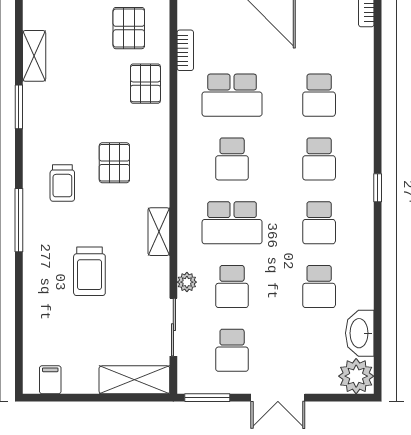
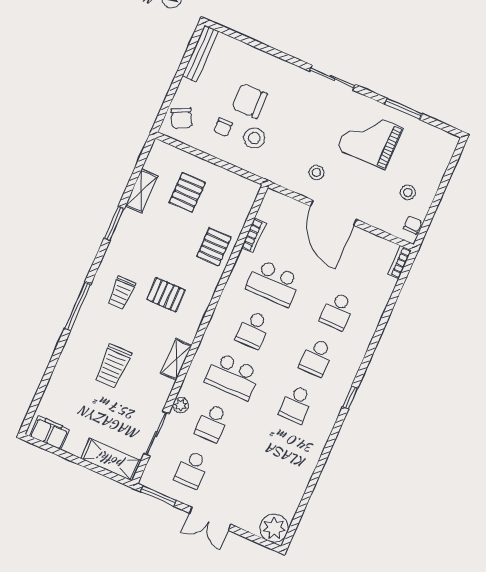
pallet: (129, 28) -> (187, 192), moved
pallet: (114, 163) -> (166, 295), turned 90
school desk: (319, 287) -> (276, 451), removed
washbasin: (360, 333) -> (290, 498), removed
filing cabinet: (50, 380) -> (50, 433), width x2.00

